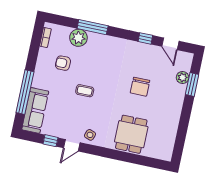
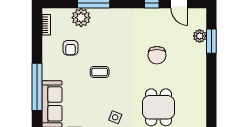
armchair: (63, 63) -> (71, 48), turned -90

